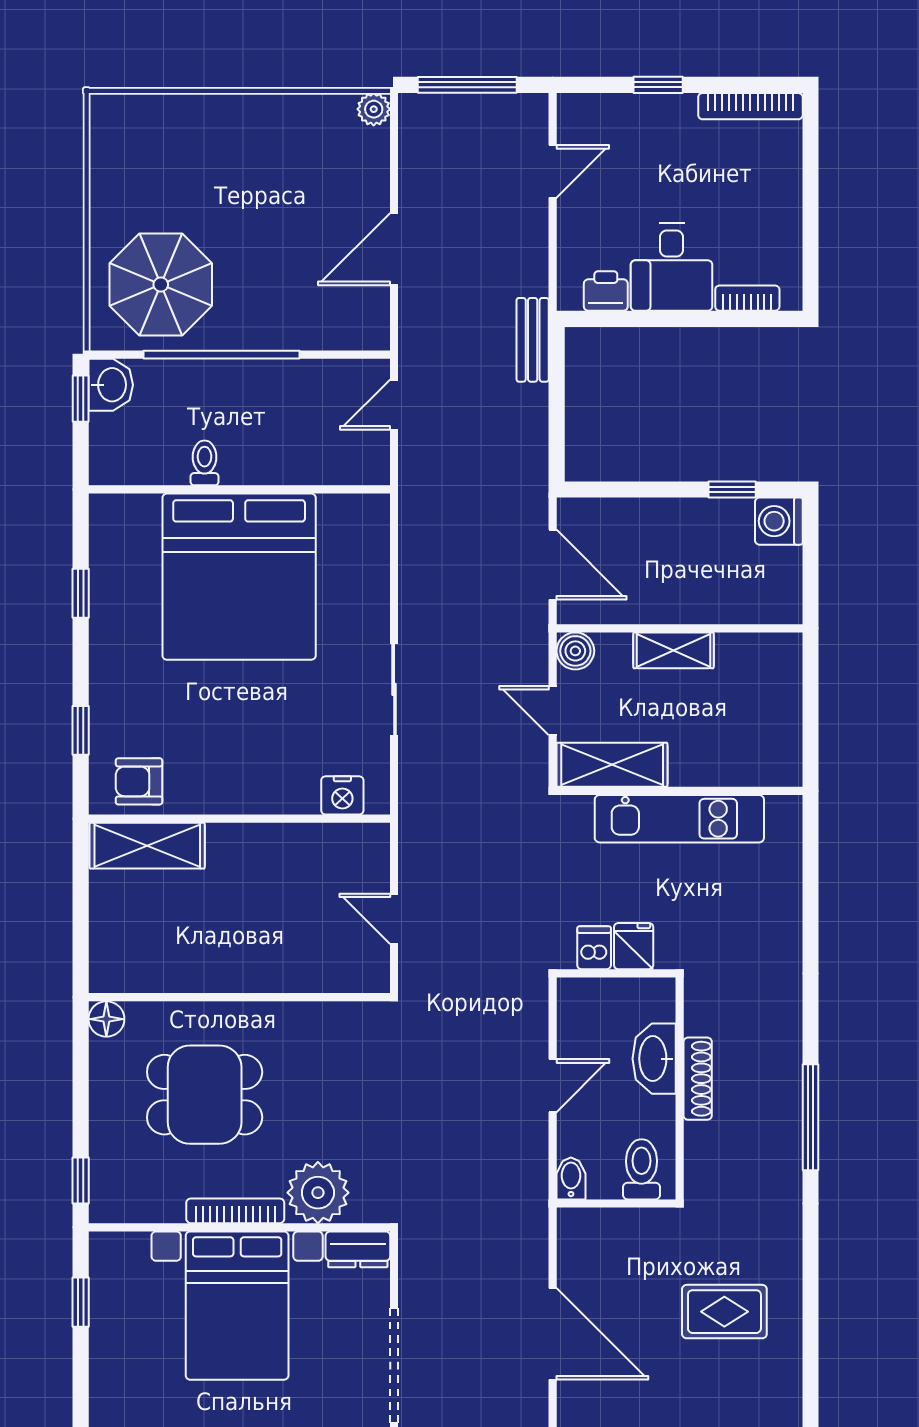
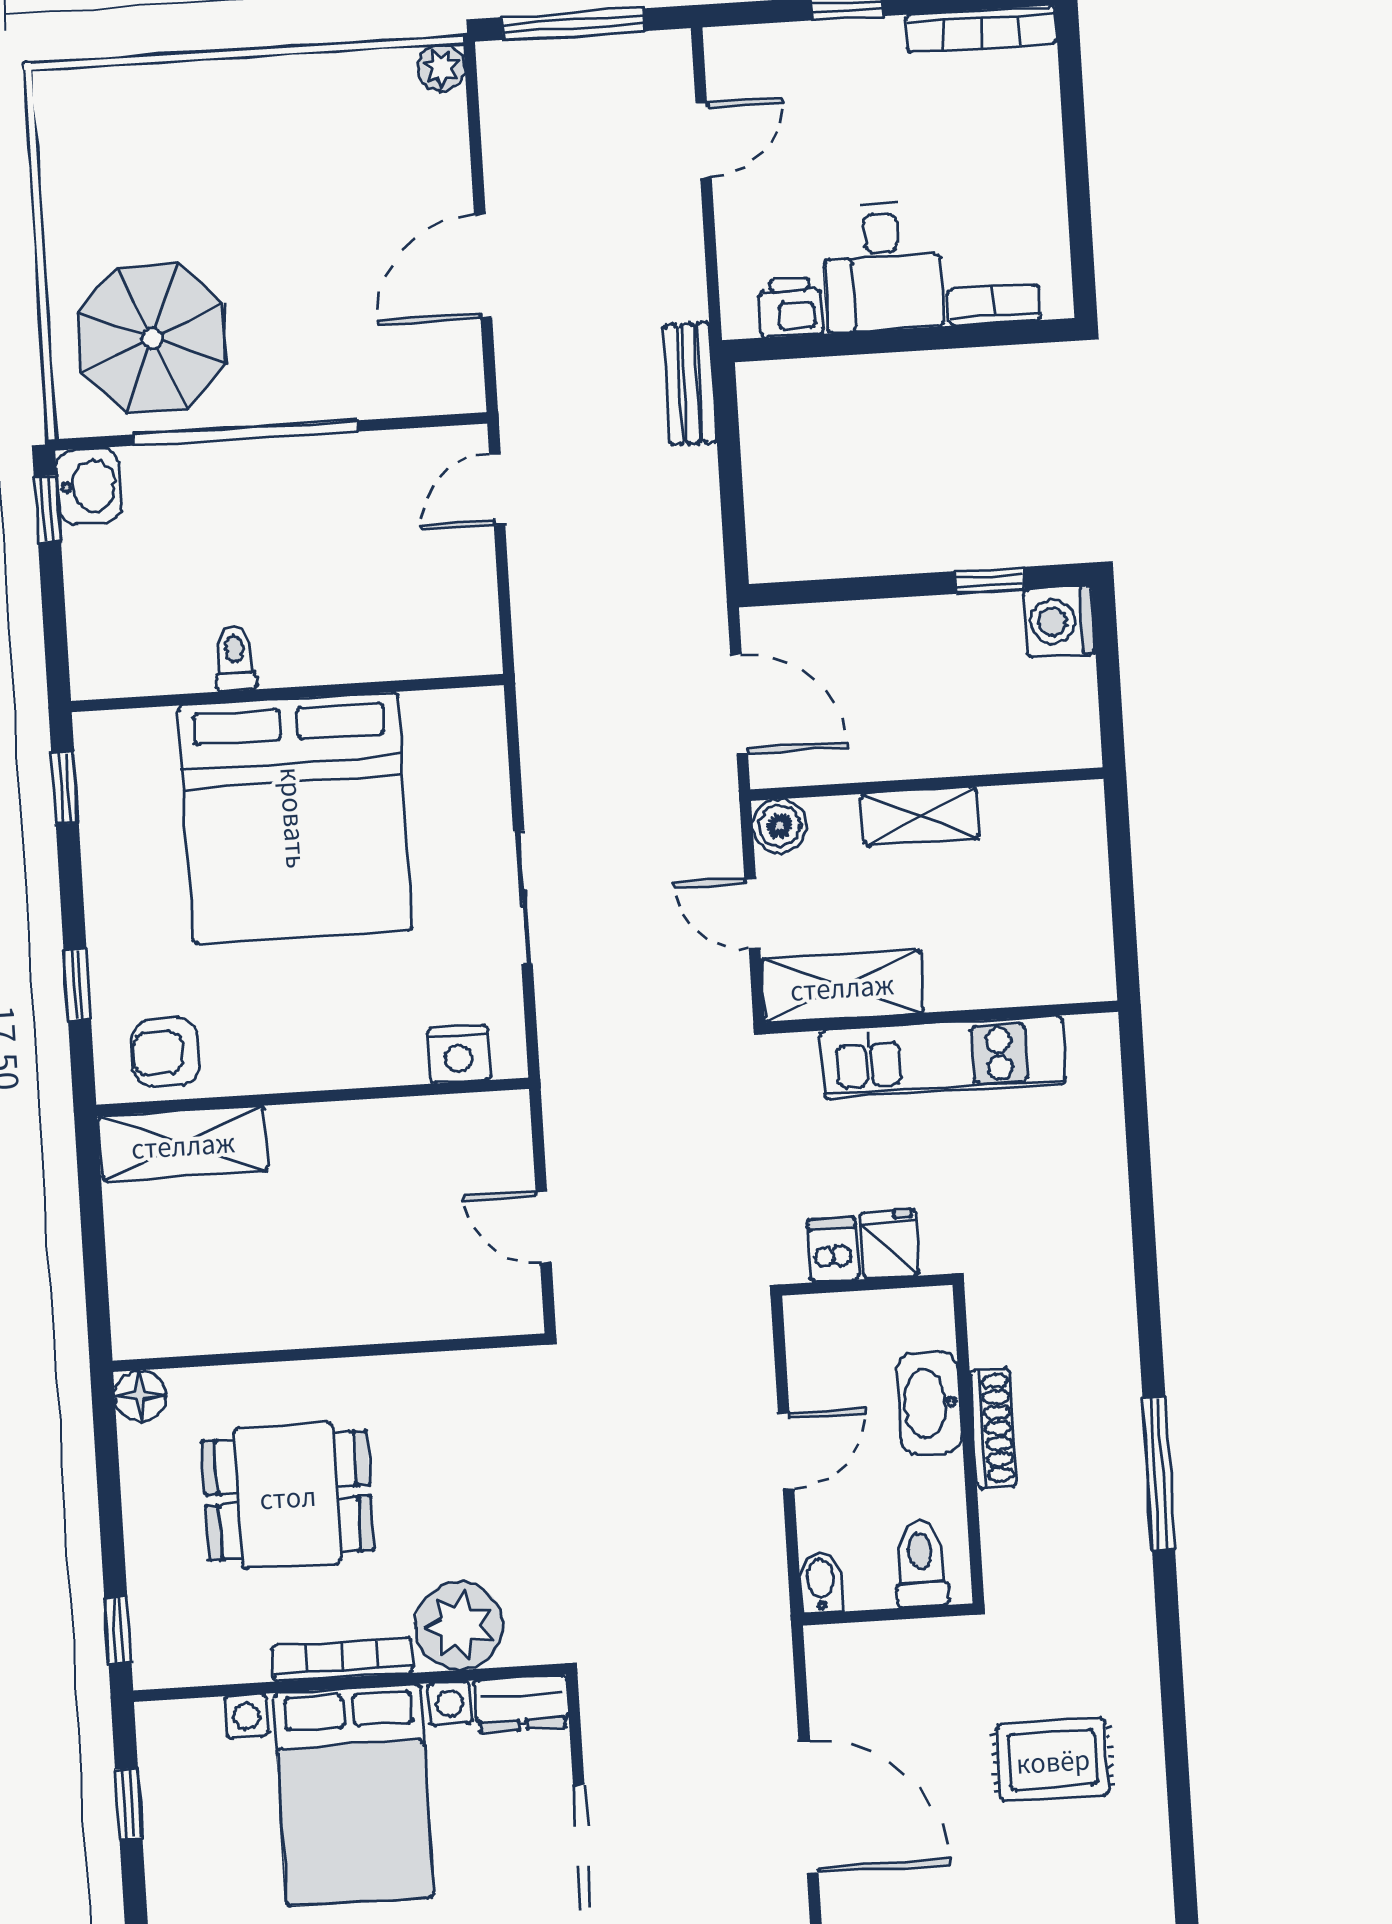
toilet: (204, 463) -> (235, 658), moved
wall: (239, 489) -> (287, 693), moved
bed: (239, 577) -> (295, 818), moved

